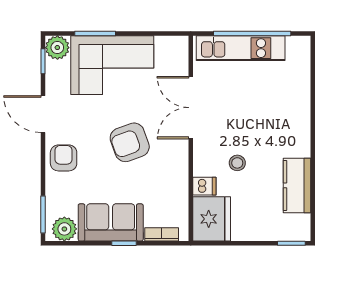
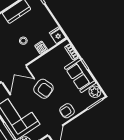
fridge: (212, 219) -> (58, 35), width x0.53, depth x0.75

